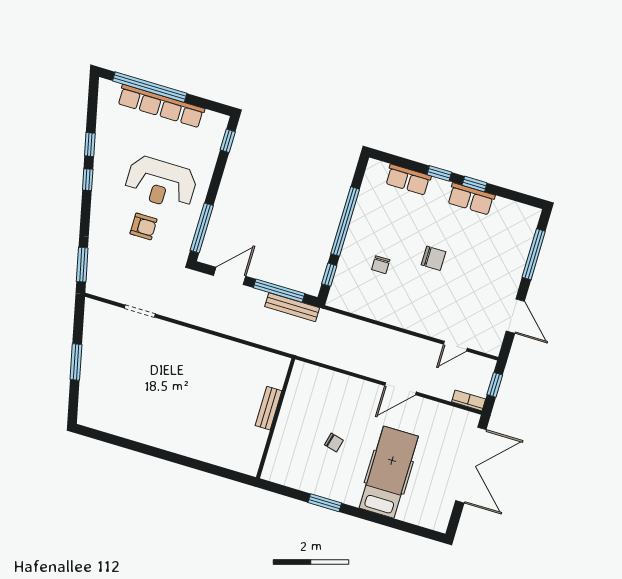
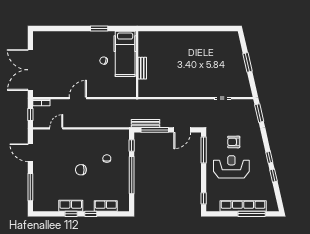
window: (150, 87) -> (252, 214), width x0.68
hospital bed: (389, 472) -> (125, 54), moved

